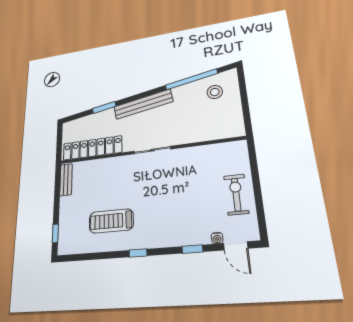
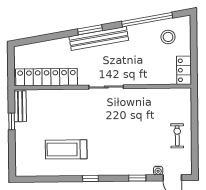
window: (104, 107) -> (90, 30), moved
locker: (236, 122) -> (184, 70), added
exercise bike: (236, 194) -> (177, 136), width x0.73, depth x0.72
window: (55, 233) -> (12, 121), moved

